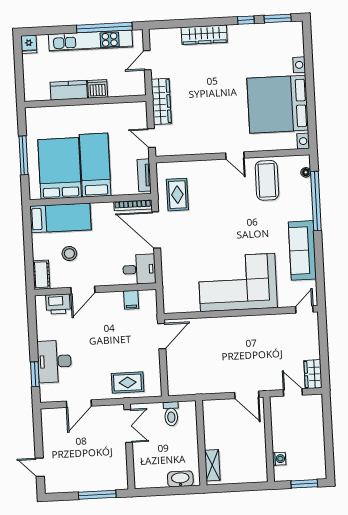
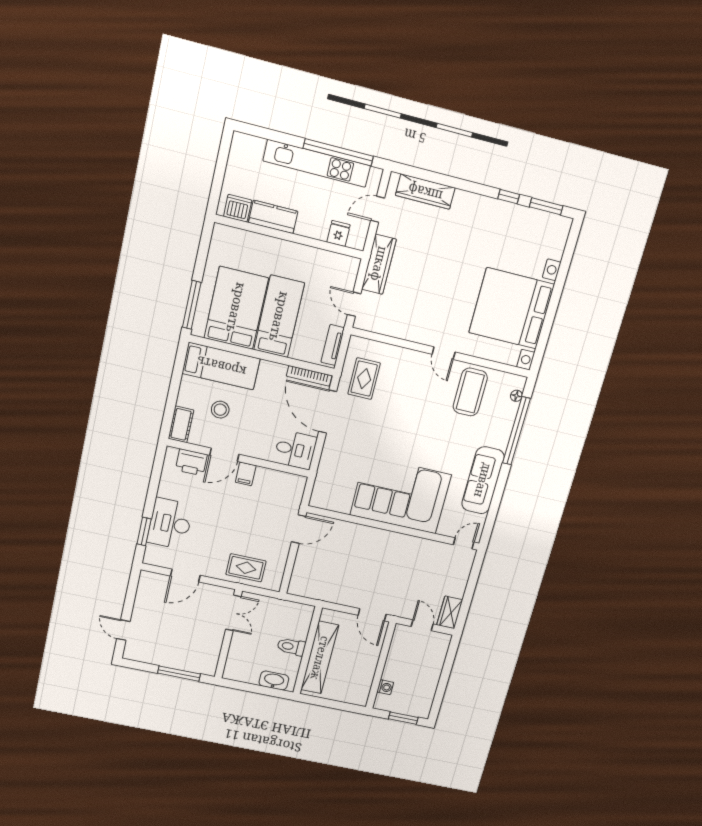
wardrobe: (204, 35) -> (425, 192), moved
fridge: (29, 44) -> (338, 233), moved, turned 180
dishwasher: (98, 89) -> (238, 208), moved
window: (23, 155) -> (192, 305), moved
filing cabinet: (131, 300) -> (246, 474), moved
toilet: (171, 414) -> (291, 647), moved, turned 90
shelving: (212, 465) -> (320, 658), width x2.20, depth x1.33

